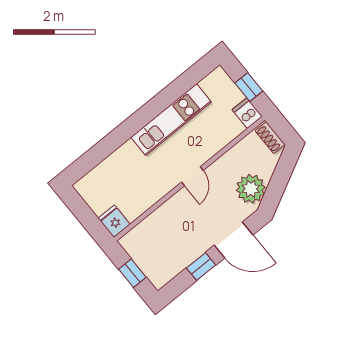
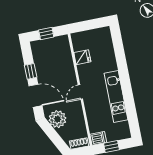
door: (192, 176) -> (80, 92), hinge flipped
fridge: (114, 221) -> (82, 57), moved
door: (233, 240) -> (35, 96), swing flipped

